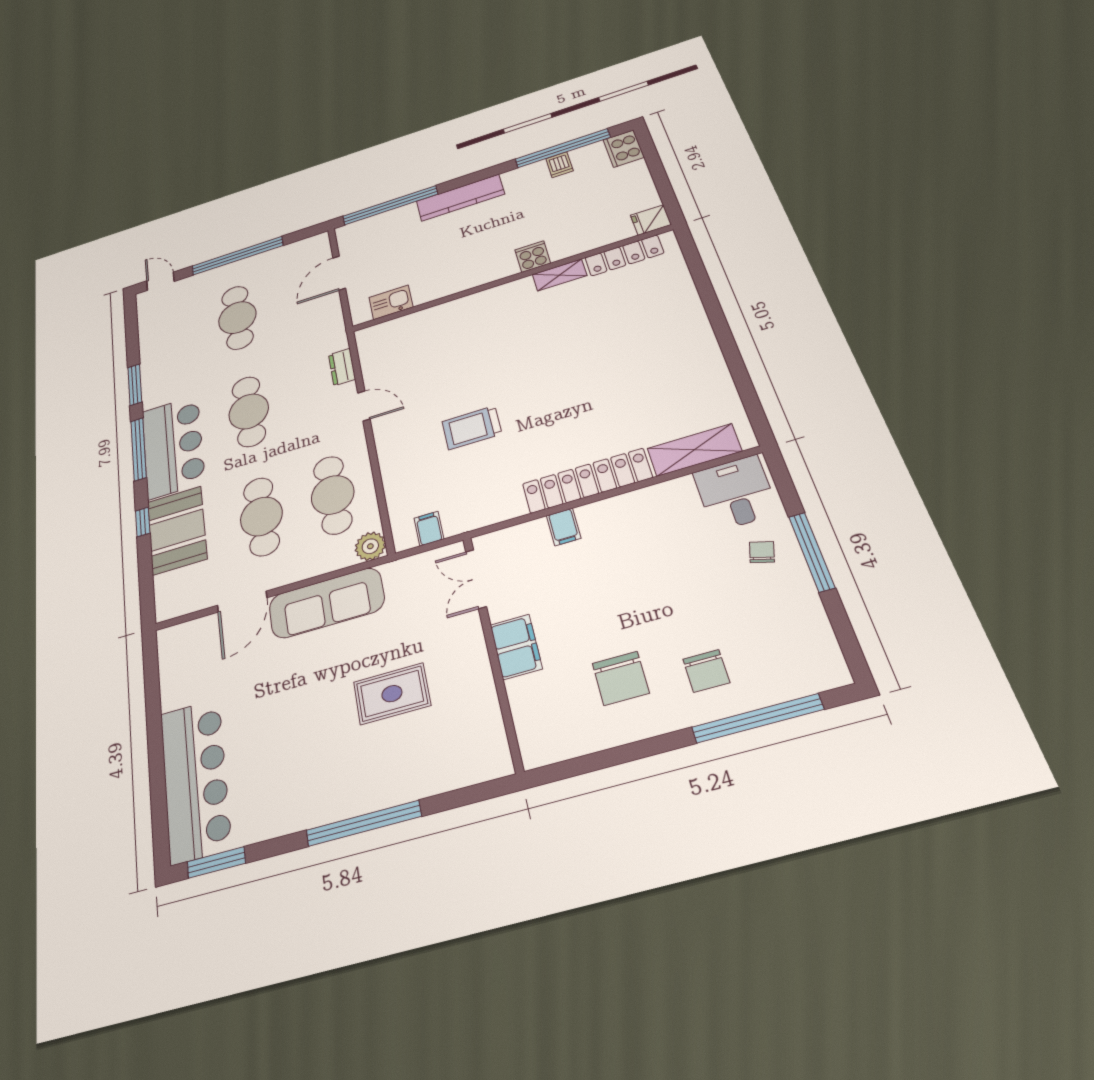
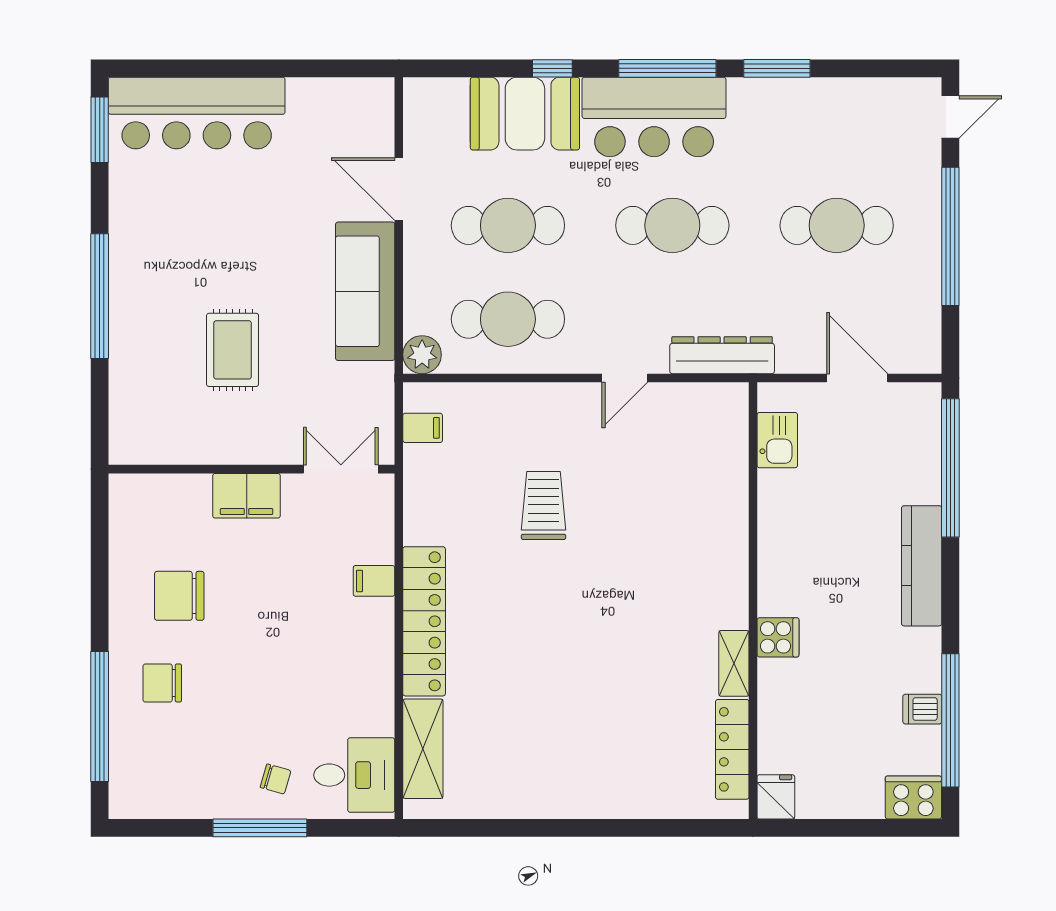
dresser: (342, 367) -> (722, 355), width x1.96, depth x1.24

